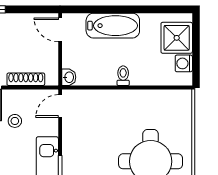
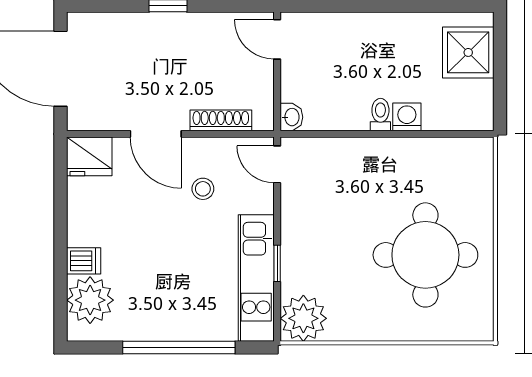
bathtub: (113, 26) -> (364, 32), removed
washing machine: (184, 63) -> (407, 117), moved, turned 90
door: (60, 106) -> (277, 164), hinge flipped

